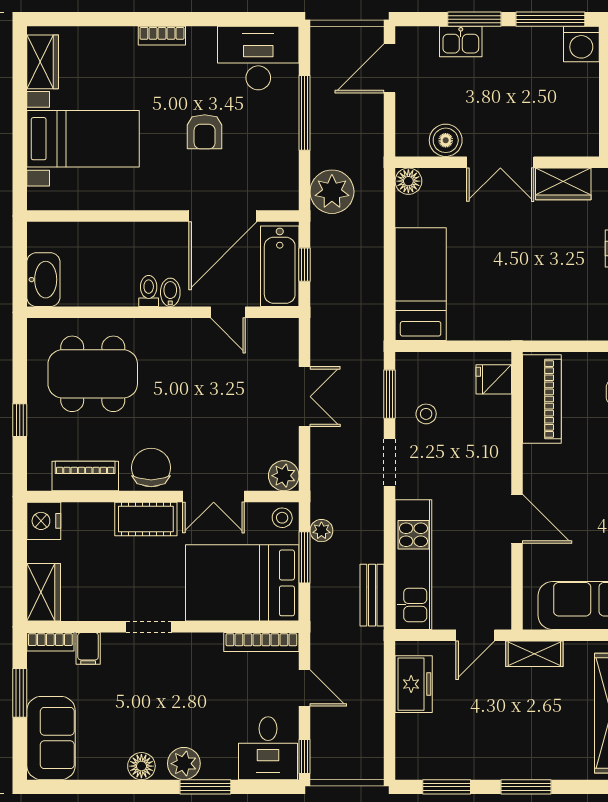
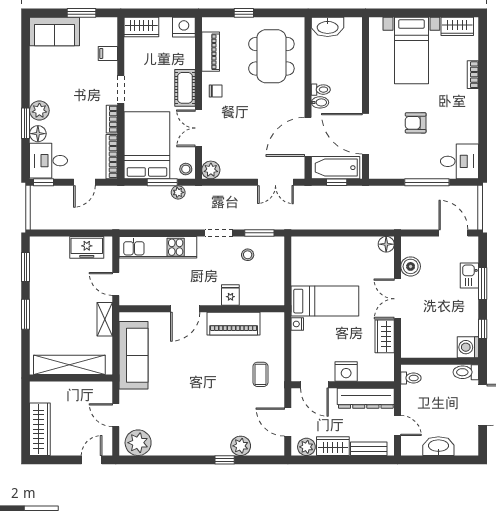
window: (550, 19) -> (483, 329), width x0.46
bookcase: (162, 36) -> (473, 75), moved
desk: (258, 58) -> (460, 161), width x0.73
plant: (332, 192) -> (380, 199), removed
bed: (421, 284) -> (325, 301), moved
door: (228, 312) -> (308, 137), width x1.88
nightstand: (542, 330) -> (297, 324), added
fridge: (494, 379) -> (230, 295), moved
double door: (304, 397) -> (275, 182), moved
piano: (542, 399) -> (234, 324), moved
chair: (151, 468) -> (216, 91), width x0.54, depth x0.54
bench: (372, 595) -> (140, 223), removed
bookcase: (50, 642) -> (112, 119), moved
floor lamp: (141, 766) -> (38, 134), moved

